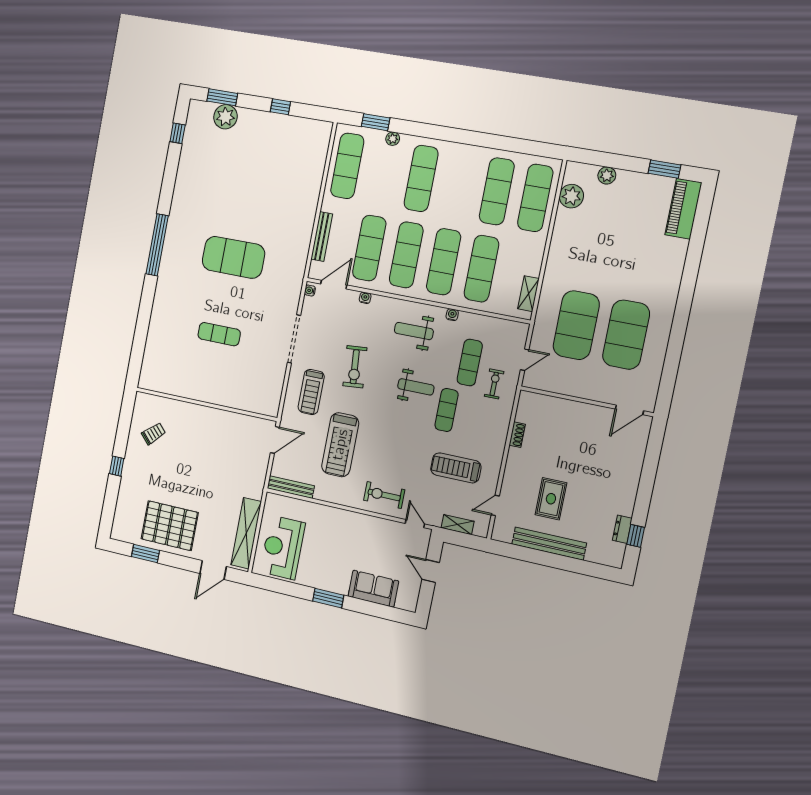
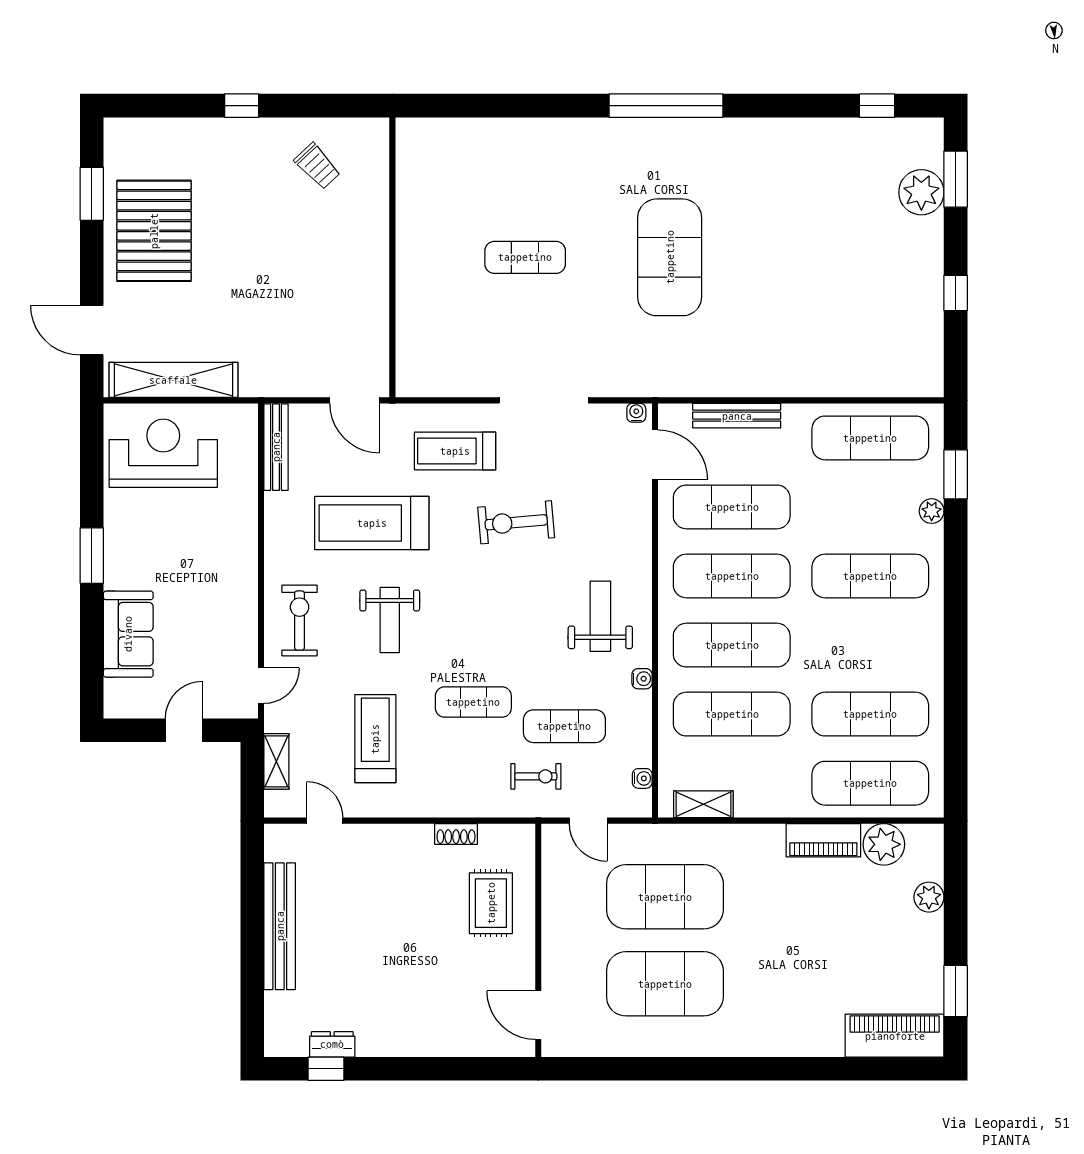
piano: (562, 230) -> (823, 840), added
water cooler: (365, 298) -> (642, 778), moved
exercise mat: (219, 334) -> (525, 257), turned 90
weight bench: (416, 387) -> (390, 620), moved
rug: (551, 499) -> (491, 903), moved, turned 90

